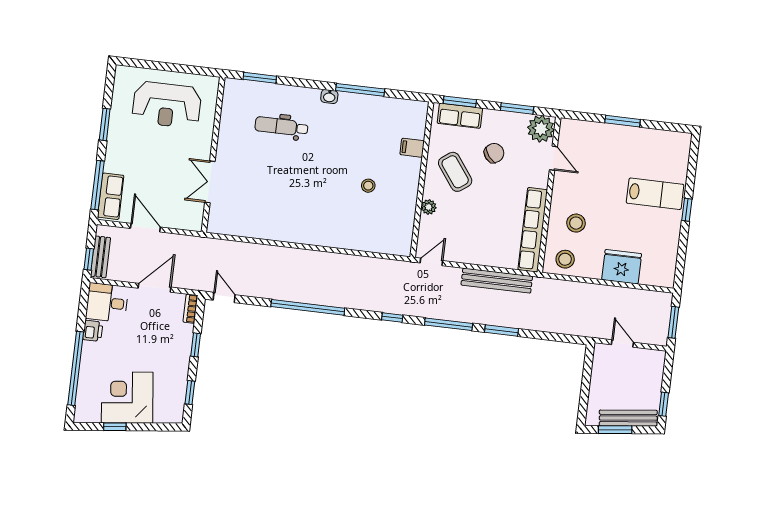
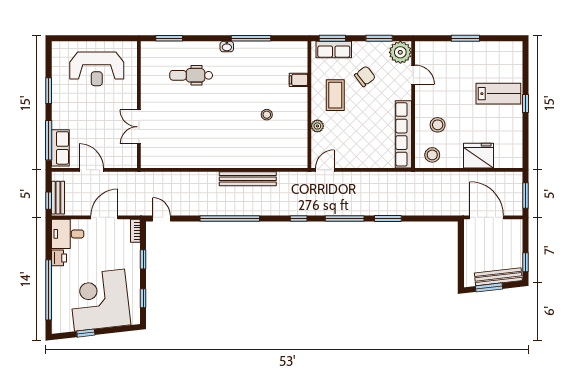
coffee table: (455, 172) -> (335, 95), turned 36
bench: (497, 281) -> (248, 179), moved
door: (622, 344) -> (487, 217), width x1.87
corner desk: (127, 398) -> (100, 300), width x1.36, depth x1.36

